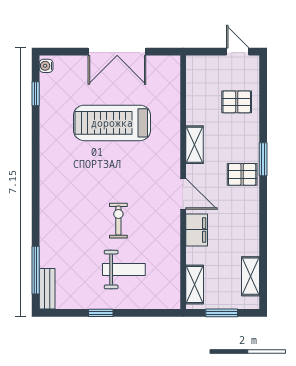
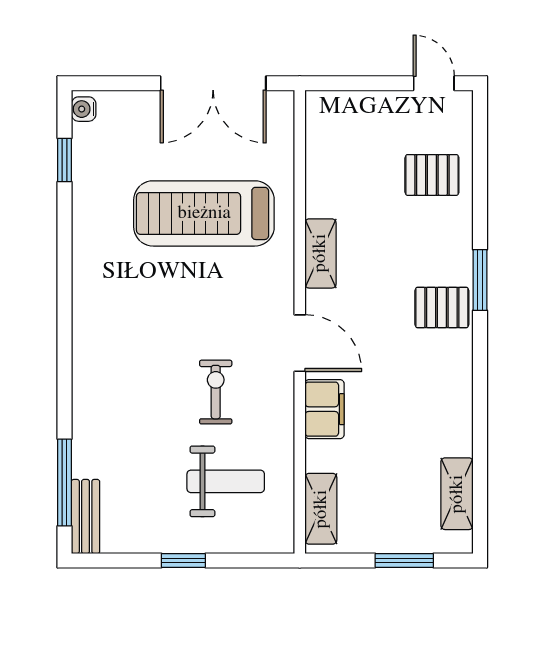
shelving: (194, 145) -> (320, 253), moved
wall: (183, 182) -> (300, 322), moved
door: (183, 194) -> (300, 343), moved
filing cabinet: (197, 230) -> (325, 409), moved
shelving: (195, 284) -> (321, 509), moved

